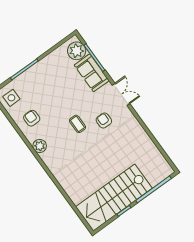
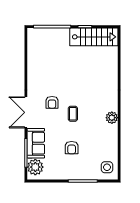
double door: (121, 94) -> (26, 112), width x1.37
armchair: (32, 118) -> (72, 148), moved
stairs: (114, 198) -> (94, 37), width x0.73, depth x0.66

